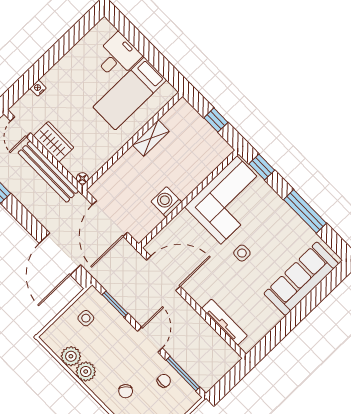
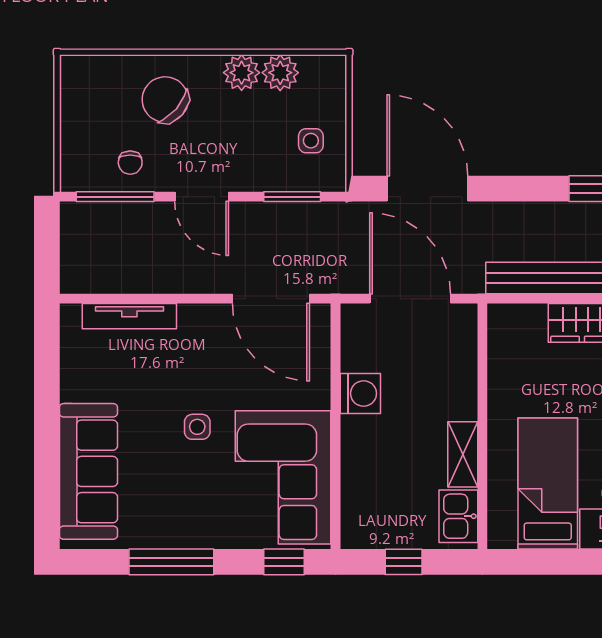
kitchen sink: (177, 116) -> (458, 516), added
floor lamp: (82, 178) -> (498, 314), removed
door: (163, 273) -> (271, 299), hinge flipped
chair: (126, 391) -> (165, 100), width x1.87, depth x1.87

